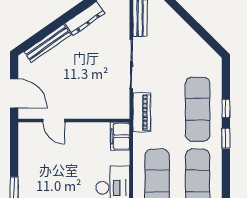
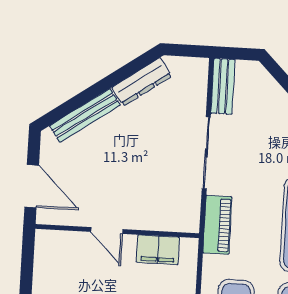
door: (54, 121) -> (107, 231), moved
filing cabinet: (120, 136) -> (158, 250), moved, turned -90

